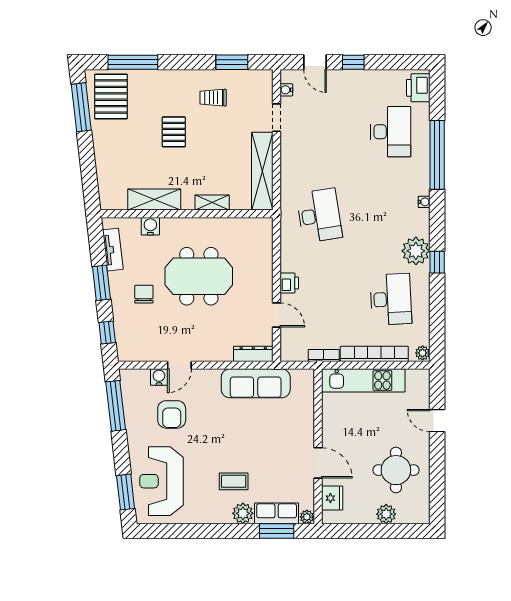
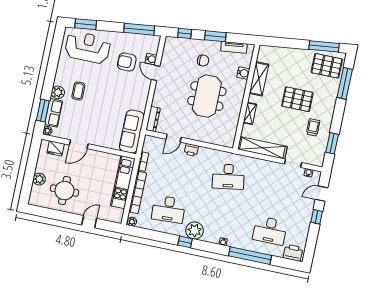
pallet: (174, 132) -> (297, 99), width x1.50, depth x1.42
sofa: (256, 383) -> (132, 132), moved

